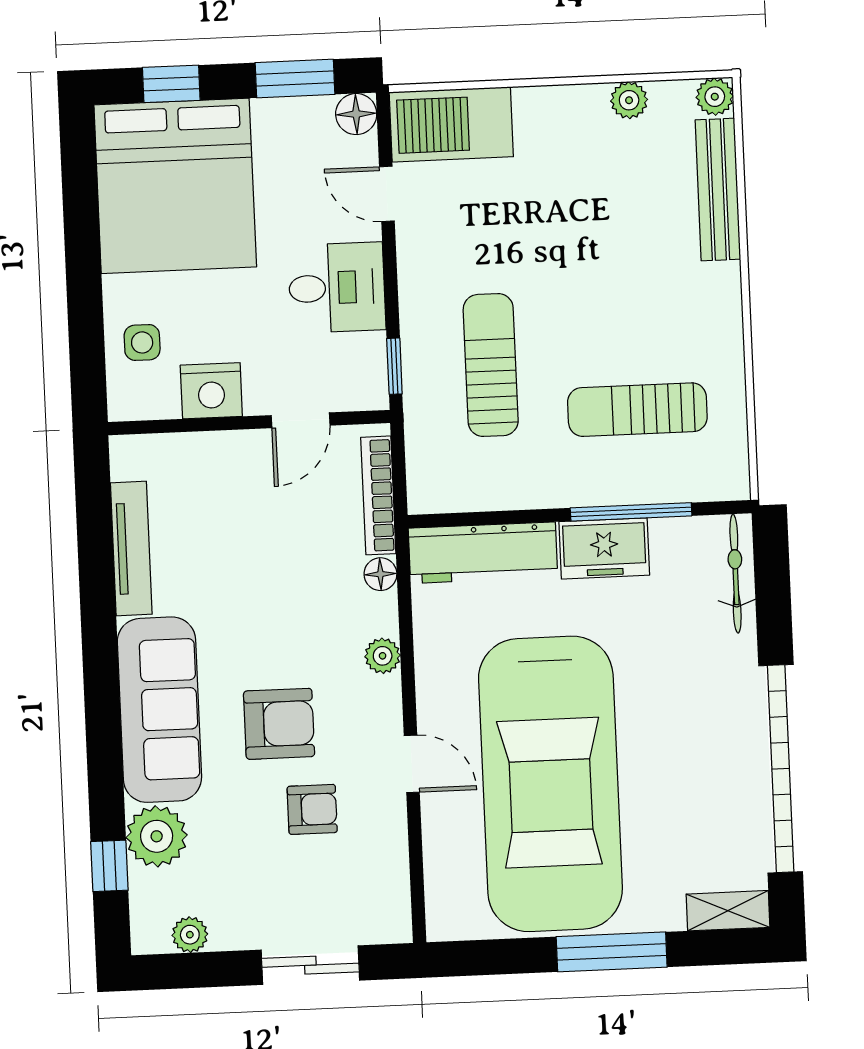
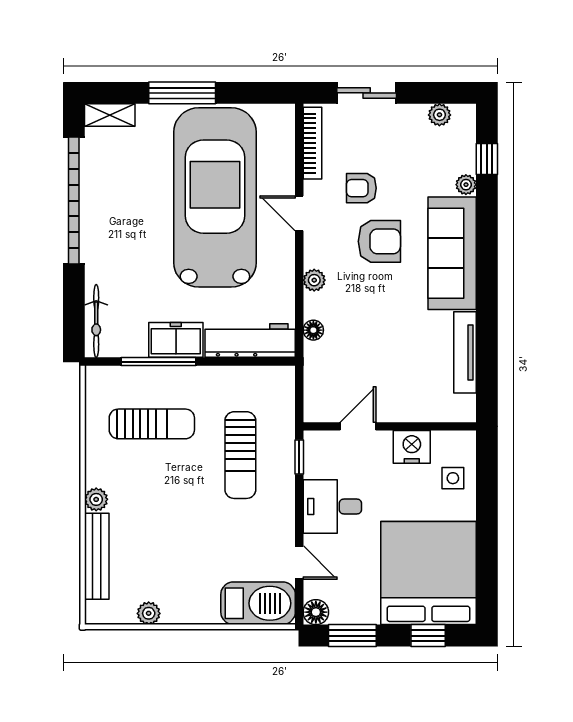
plant: (715, 97) -> (96, 499), moved
bookcase: (378, 495) -> (312, 143), moved
armchair: (279, 724) -> (379, 241), turned 180
plant: (157, 836) -> (466, 185), width x0.53, depth x0.53

